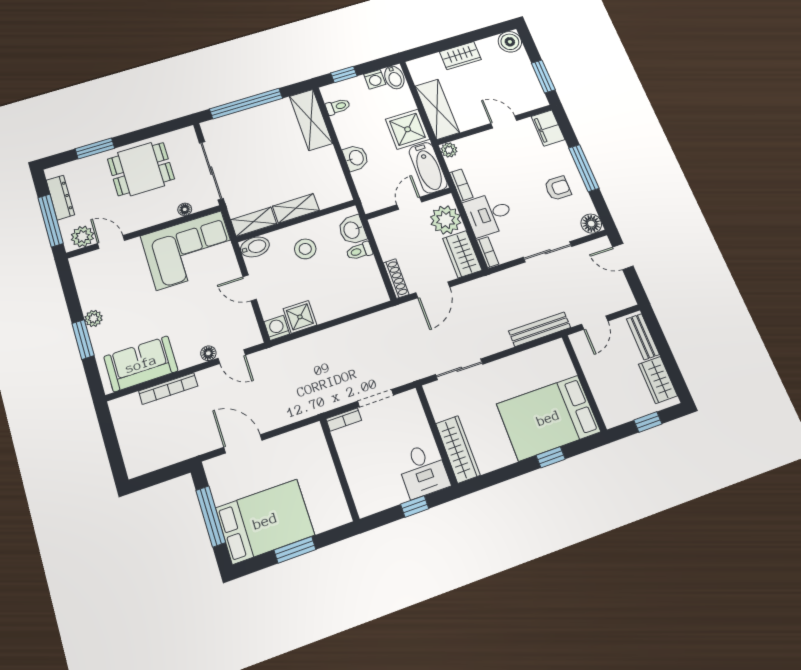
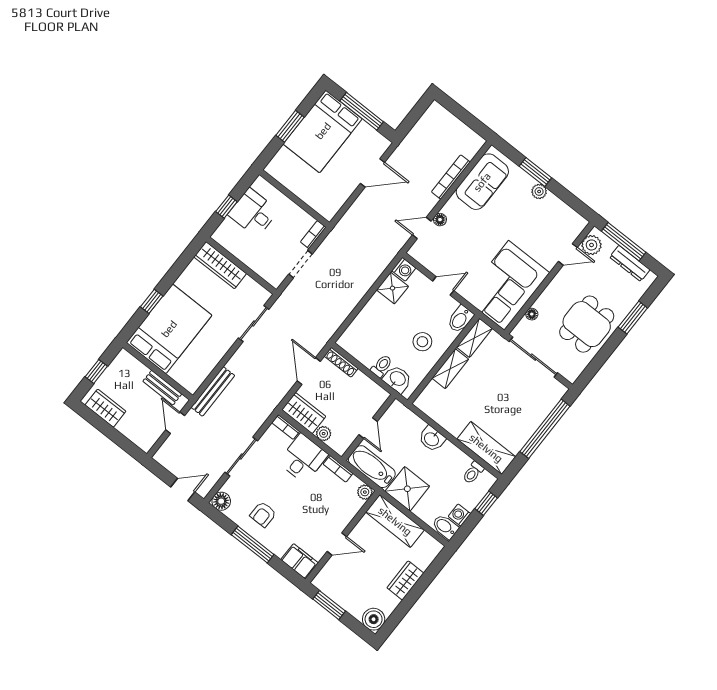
plant: (446, 220) -> (324, 434), width x0.53, depth x0.53
bench: (643, 337) -> (162, 388), moved
desk: (423, 470) -> (253, 213), moved

